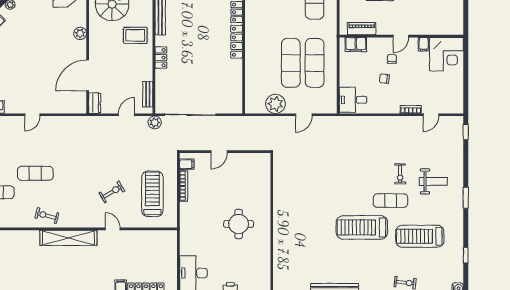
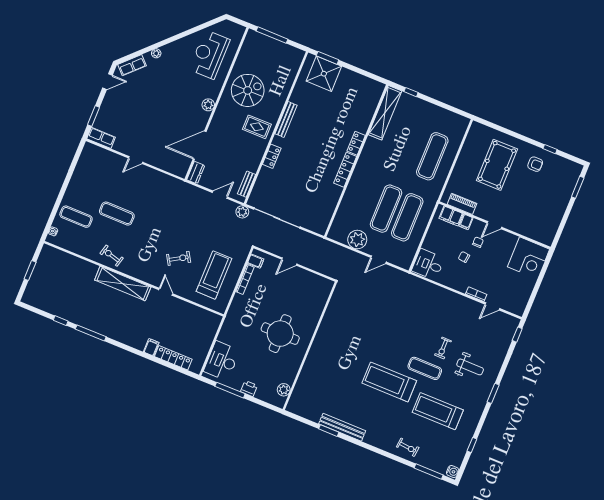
filing cabinet: (424, 44) -> (466, 222), moved
round table: (239, 224) -> (280, 334), width x1.36, depth x1.36
plant: (264, 276) -> (284, 390), added

